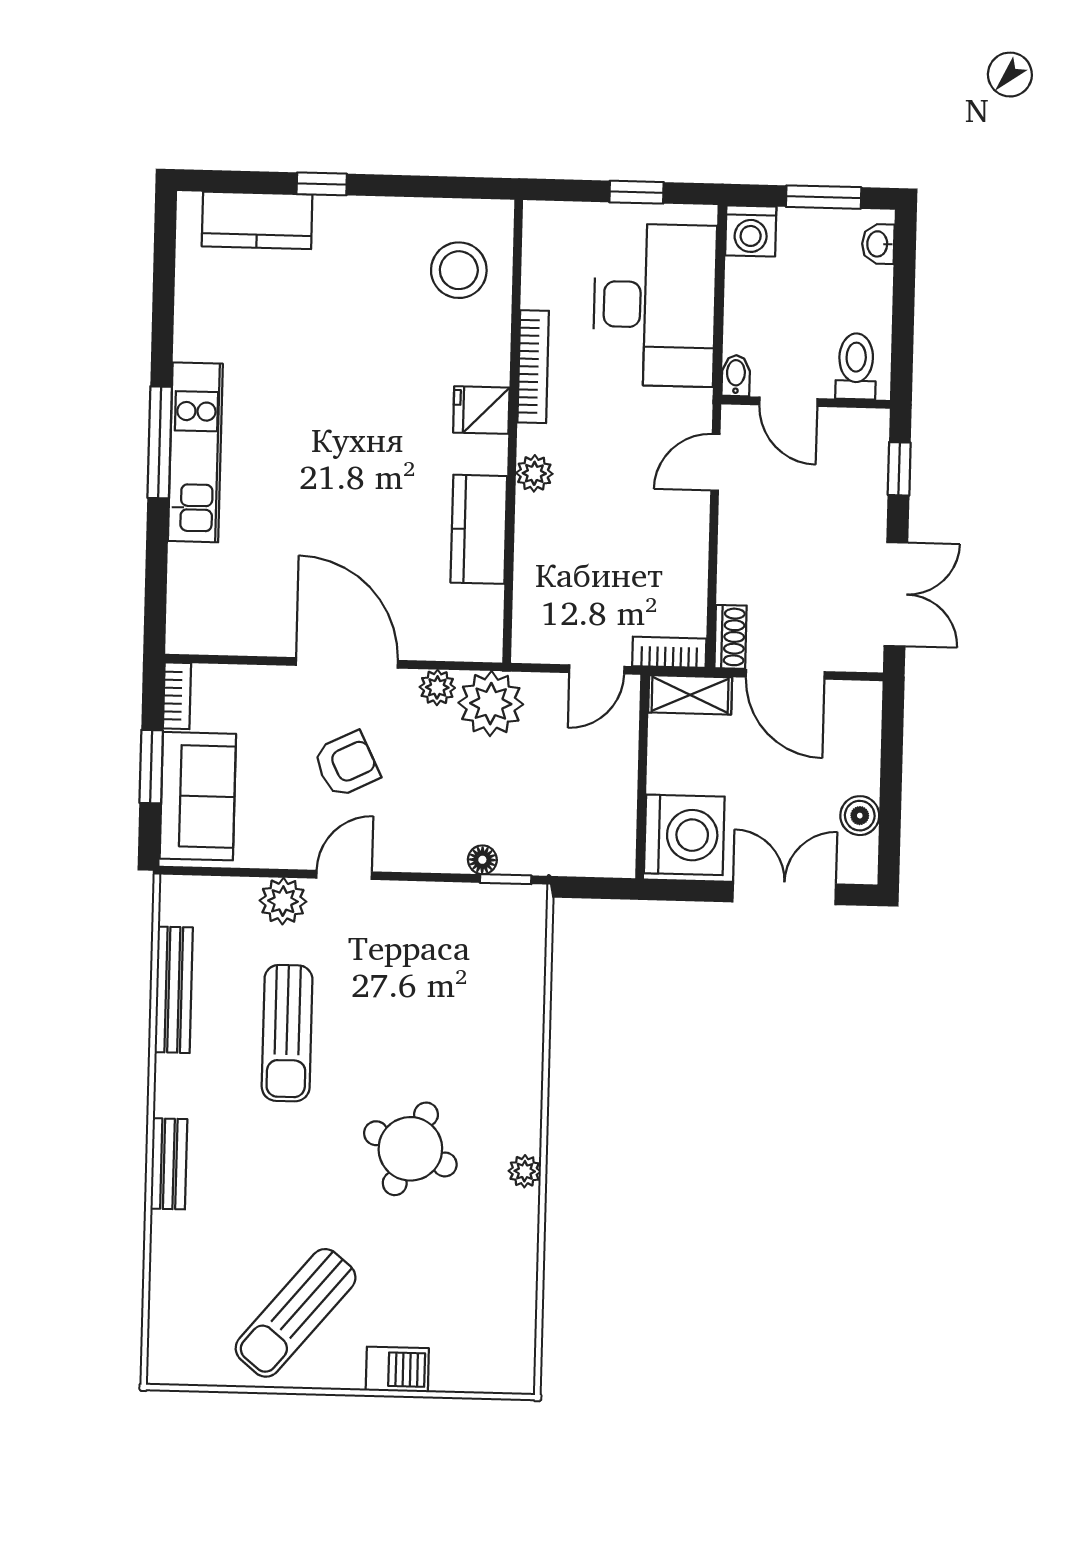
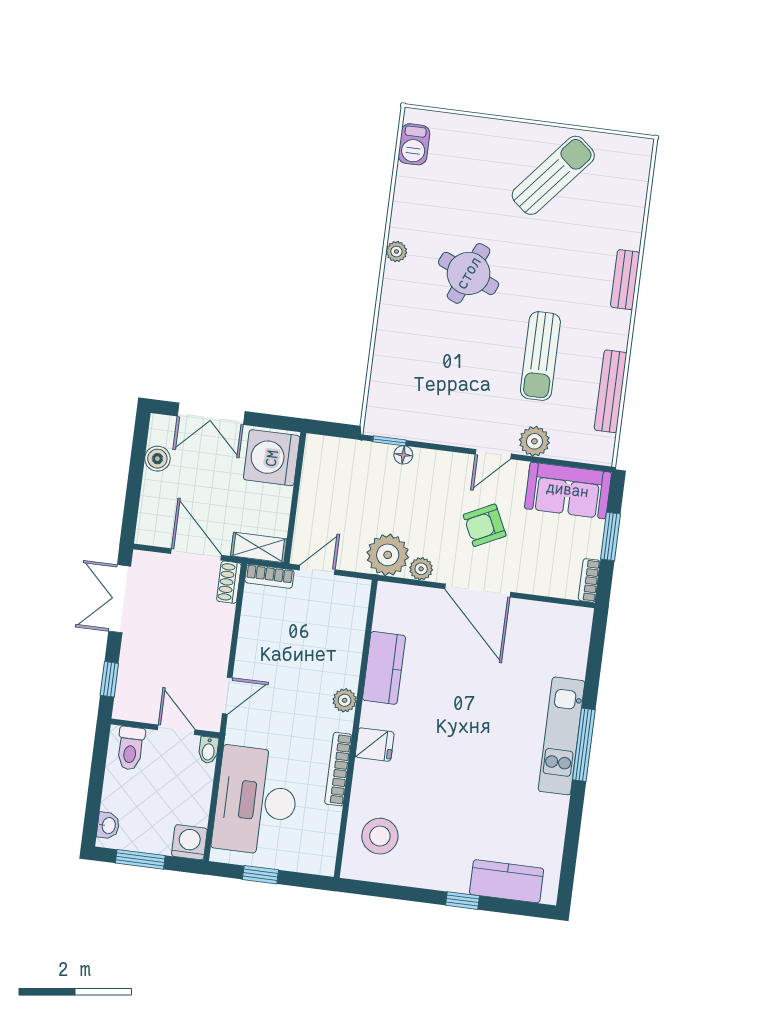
sofa: (198, 796) -> (568, 490), moved, turned -90
sun lounger: (287, 1033) -> (540, 356), turned 180
barbecue: (397, 1369) -> (414, 144), moved, turned -90

